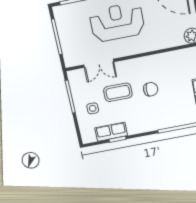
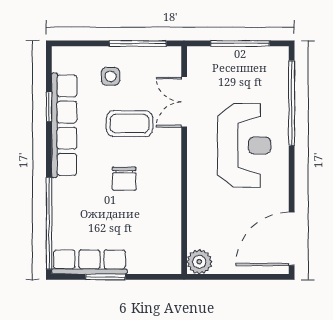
coffee table: (118, 92) -> (130, 124), turned 90
row of seats: (111, 132) -> (64, 125), width x2.02

